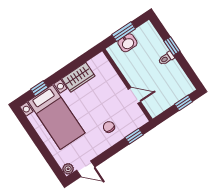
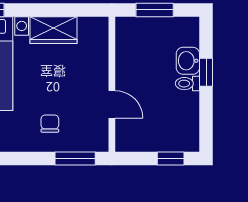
washbasin: (127, 43) -> (188, 61), moved, turned 90
window: (134, 136) -> (75, 158), width x1.50

